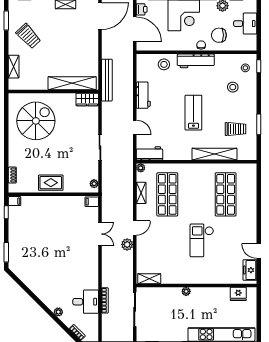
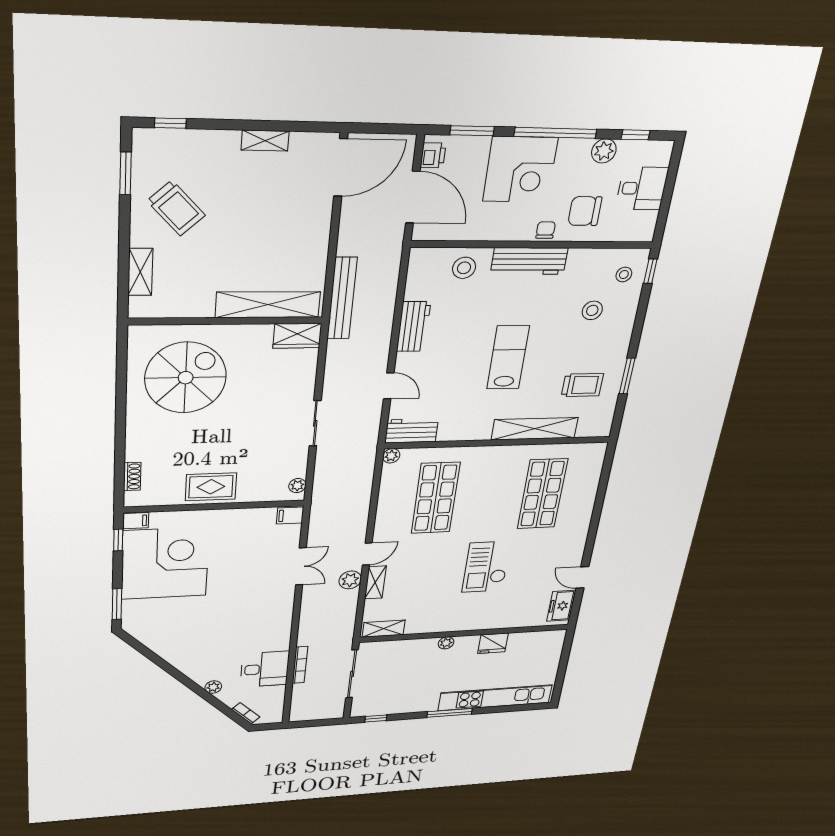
shelving: (141, 193) -> (375, 582), moved
corner desk: (30, 228) -> (165, 563), added
fridge: (238, 294) -> (493, 643), moved

